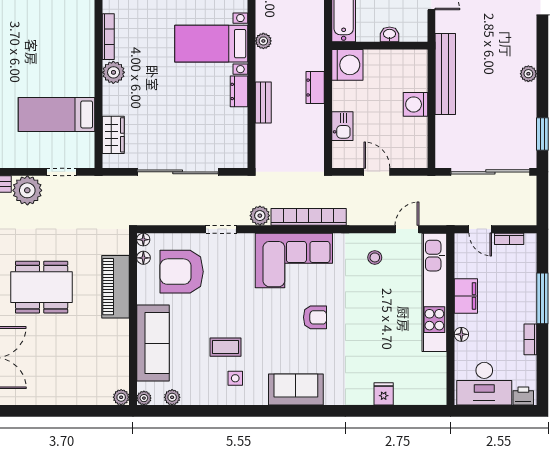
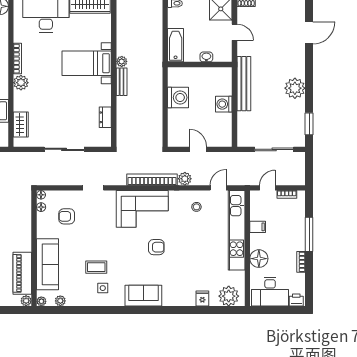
washing machine: (347, 65) -> (178, 97), moved
plant: (528, 74) -> (295, 88), width x1.87, depth x1.87
dresser: (315, 88) -> (156, 93), removed
dresser: (239, 91) -> (105, 117), moved
bench: (263, 103) -> (122, 82), moved
kitchen sink: (342, 126) -> (175, 119), removed
sliding door: (178, 172) -> (64, 149), width x0.73
sliding door: (490, 172) -> (274, 149), width x0.73
plant: (260, 216) -> (185, 179), moved
door: (480, 229) -> (267, 188), swing flipped
armchair: (182, 272) -> (67, 216), width x0.53, depth x0.53
piano: (115, 287) -> (22, 273), moved
filing cabinet: (466, 296) -> (258, 227), width x0.50
floor lamp: (461, 334) -> (259, 259), width x1.89, depth x1.89
plant: (423, 390) -> (229, 296), added

